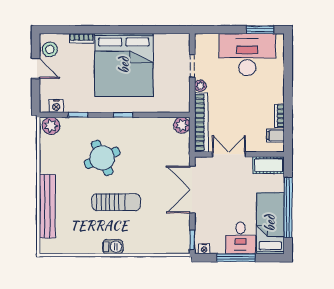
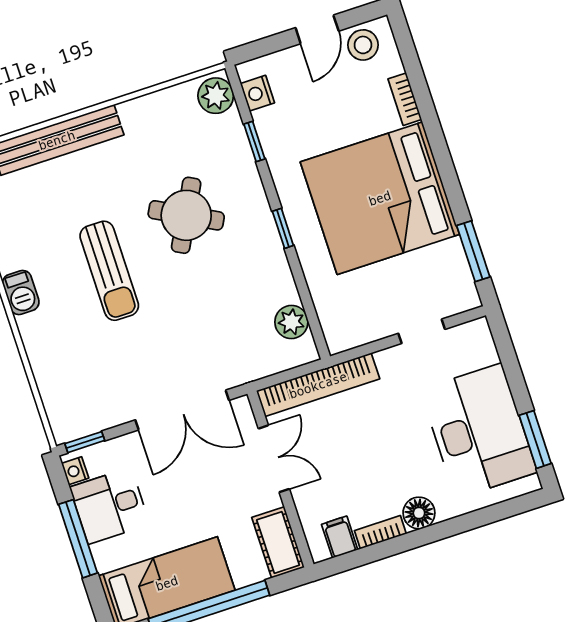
window: (163, 30) -> (473, 251), added
plant: (200, 86) -> (388, 360), removed
floor lamp: (276, 95) -> (419, 513), added
plant: (182, 125) -> (291, 322), moved
round table: (102, 158) -> (186, 215), turned -38
double door: (192, 190) -> (182, 410), swing flipped
desk: (241, 238) -> (110, 506), moved

